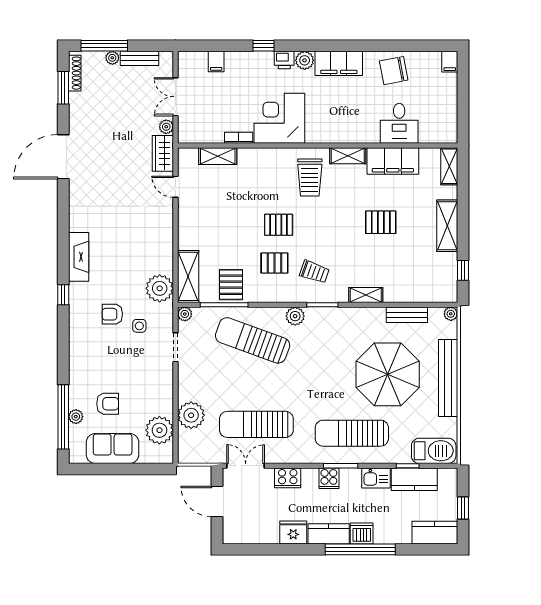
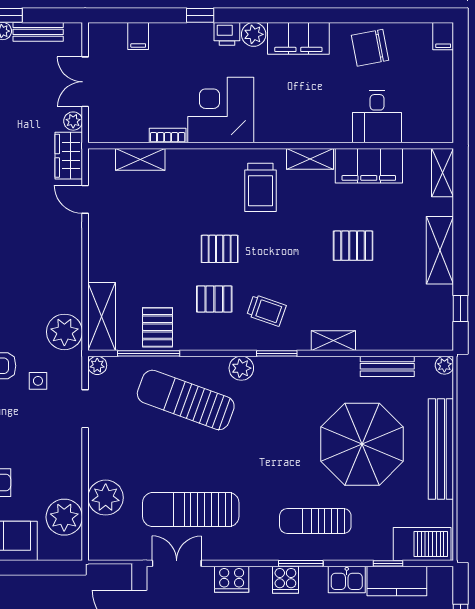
sun lounger: (352, 433) -> (315, 521), width x0.73, depth x0.75

